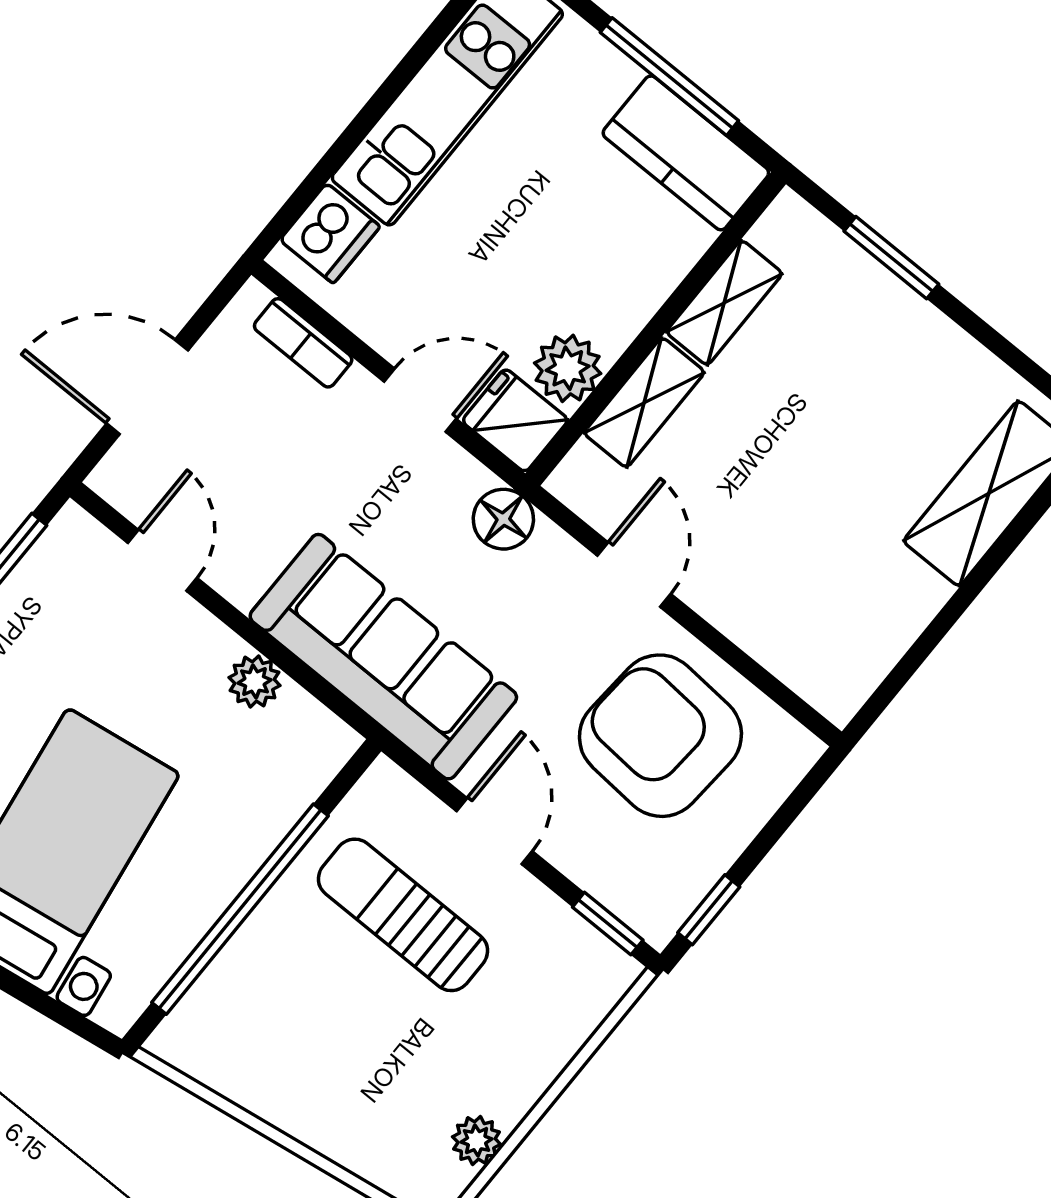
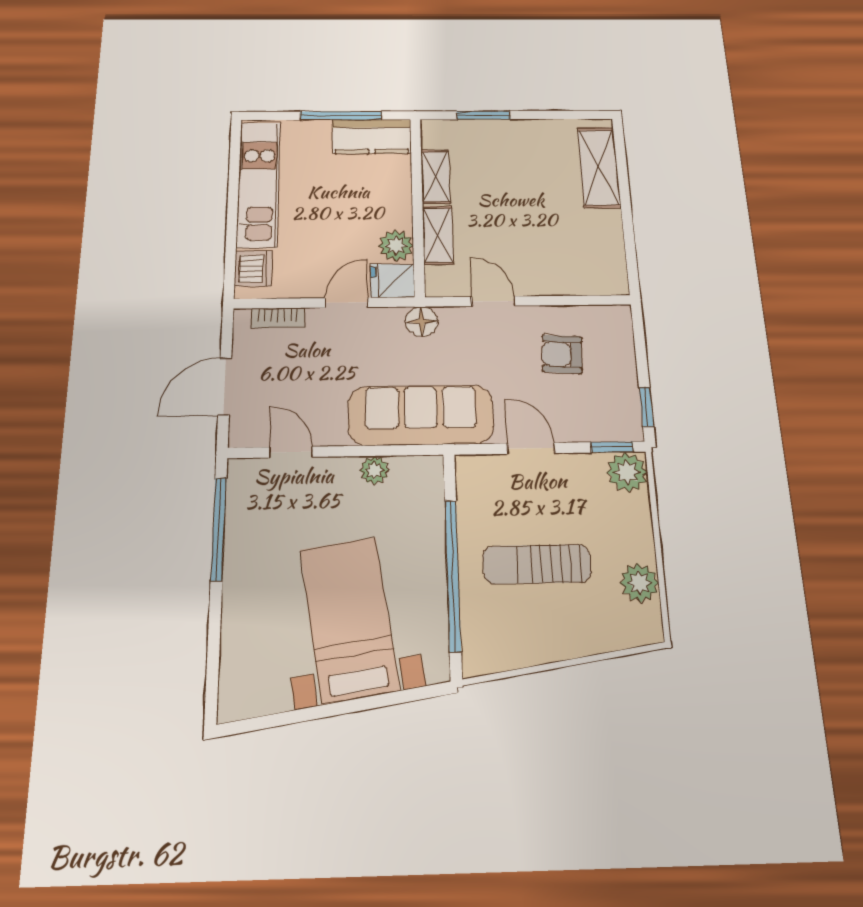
armchair: (660, 736) -> (562, 354), width x0.53, depth x0.53
sun lounger: (403, 915) -> (537, 564), moved
plant: (596, 974) -> (627, 472), added
plant: (477, 1141) -> (639, 583), width x1.38, depth x1.38

